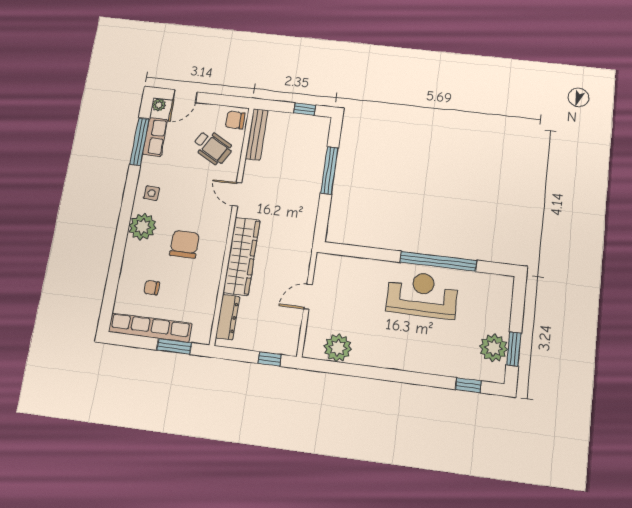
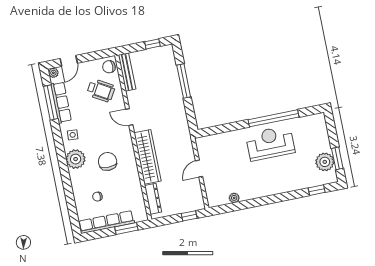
row of seats: (155, 137) -> (61, 102), width x1.48
plant: (338, 348) -> (234, 198), width x0.53, depth x0.53

